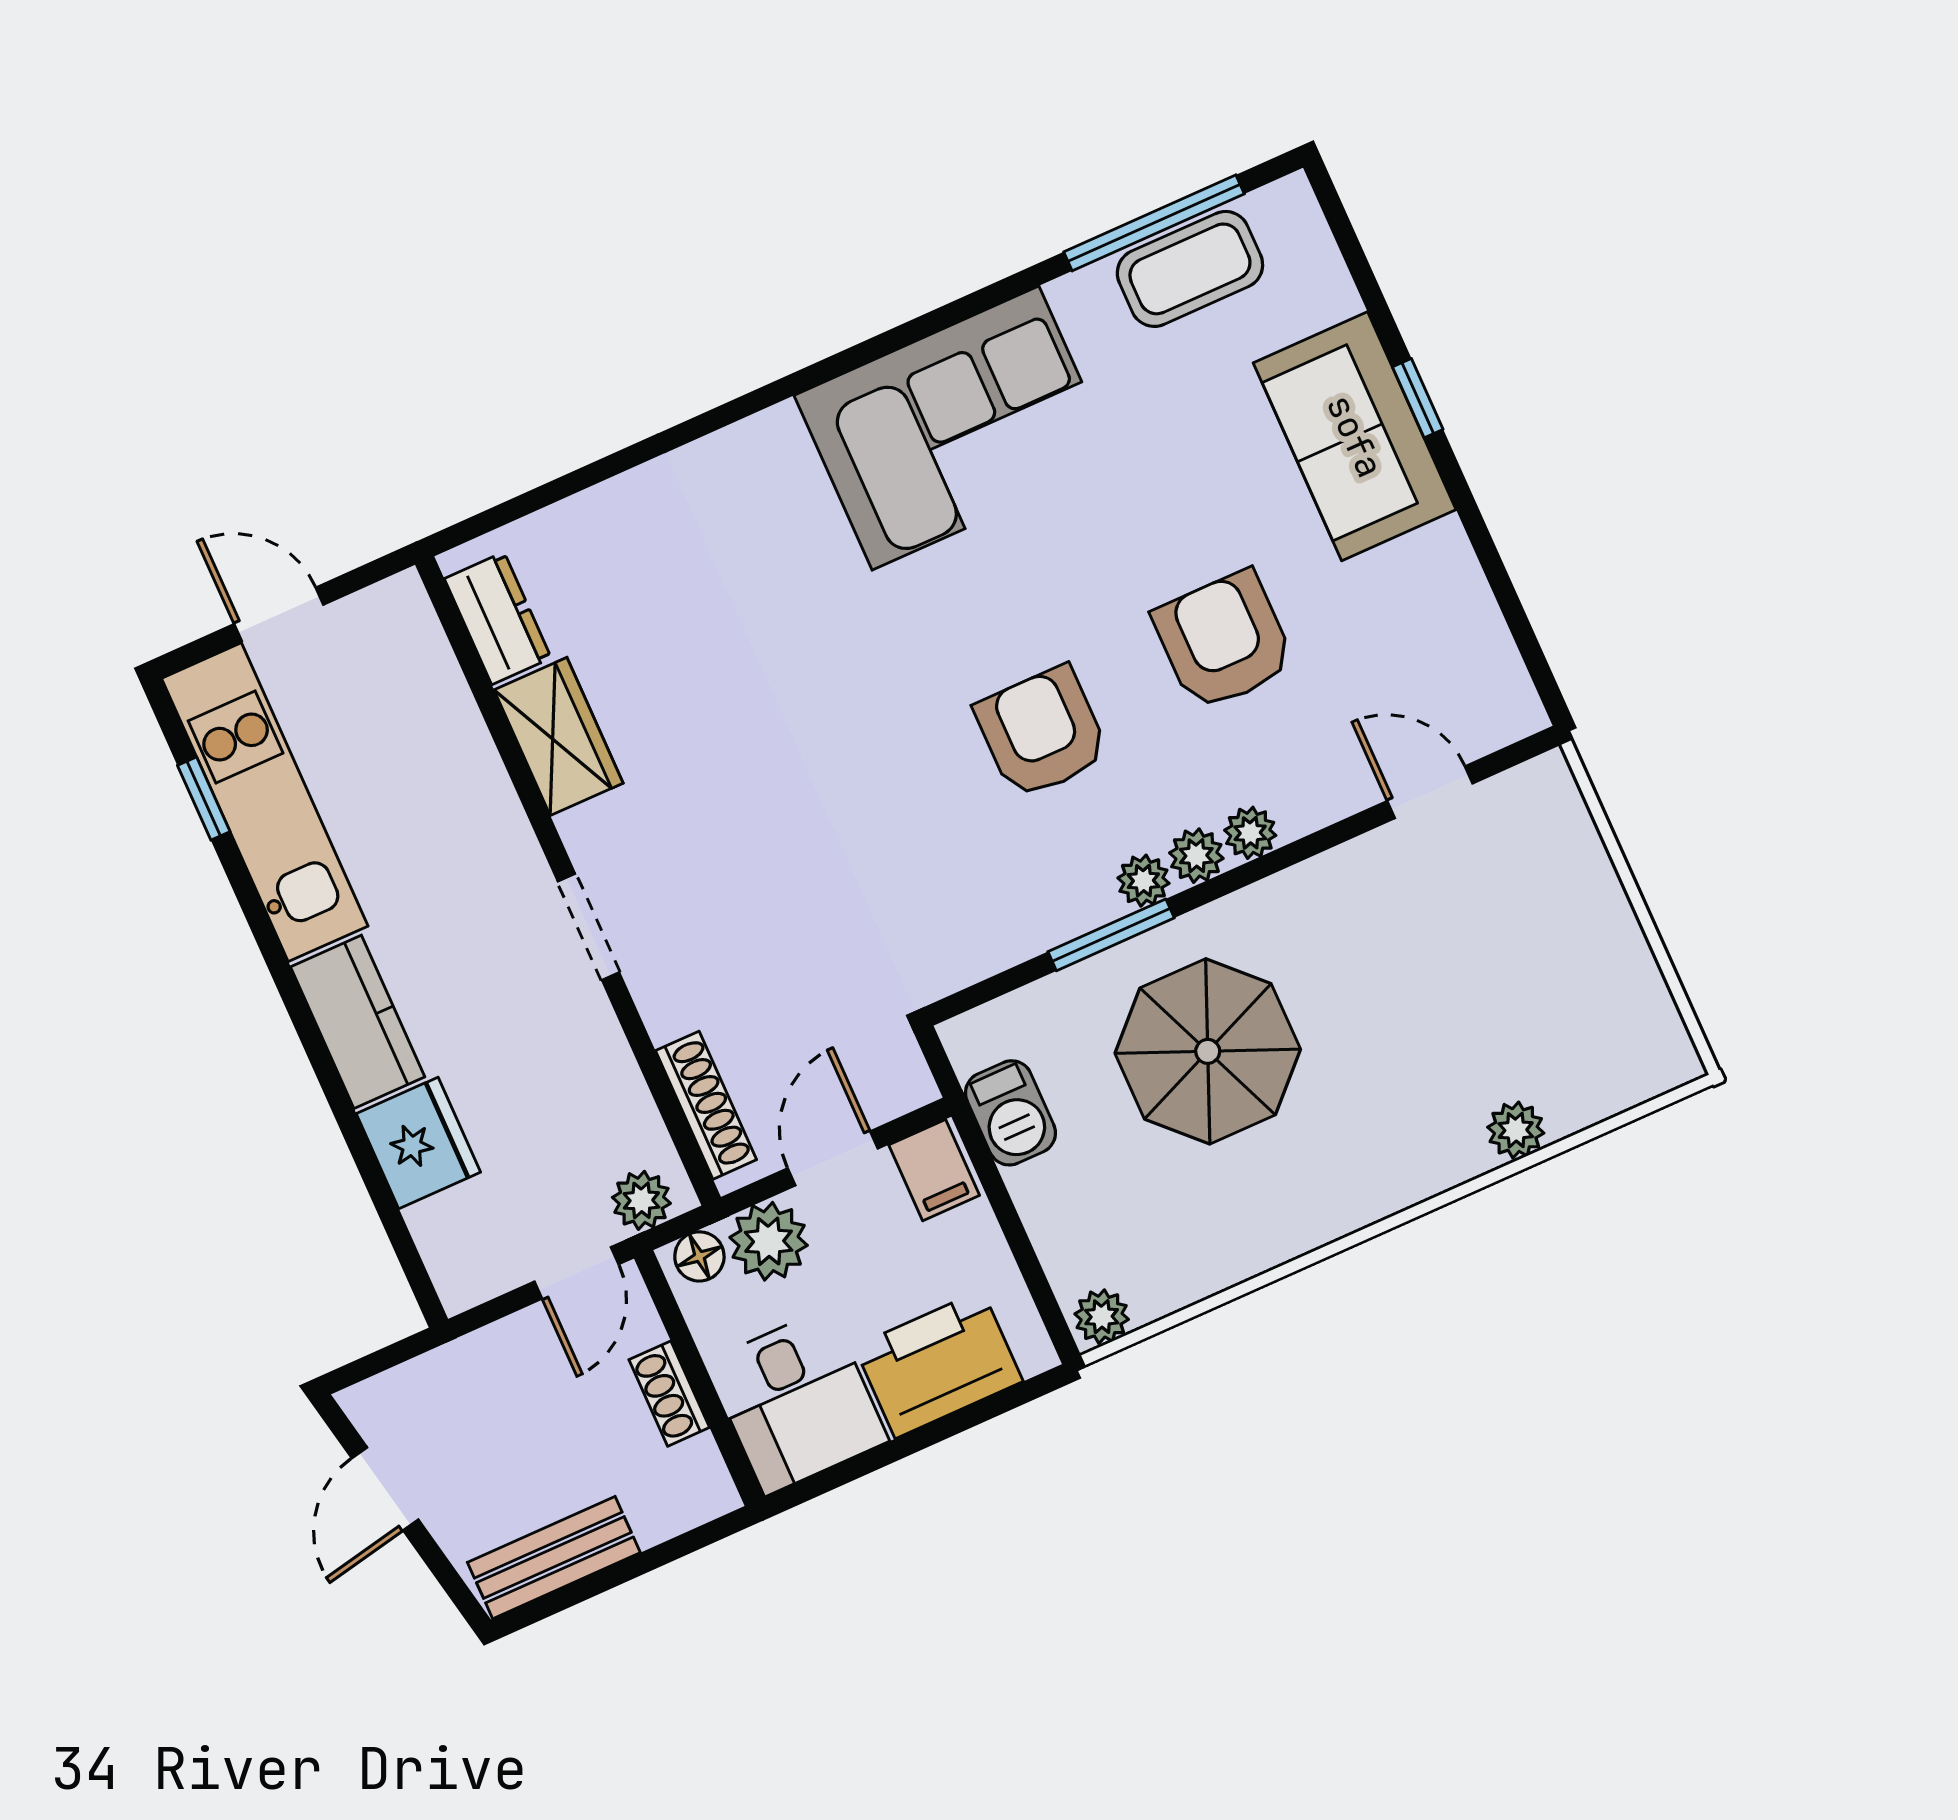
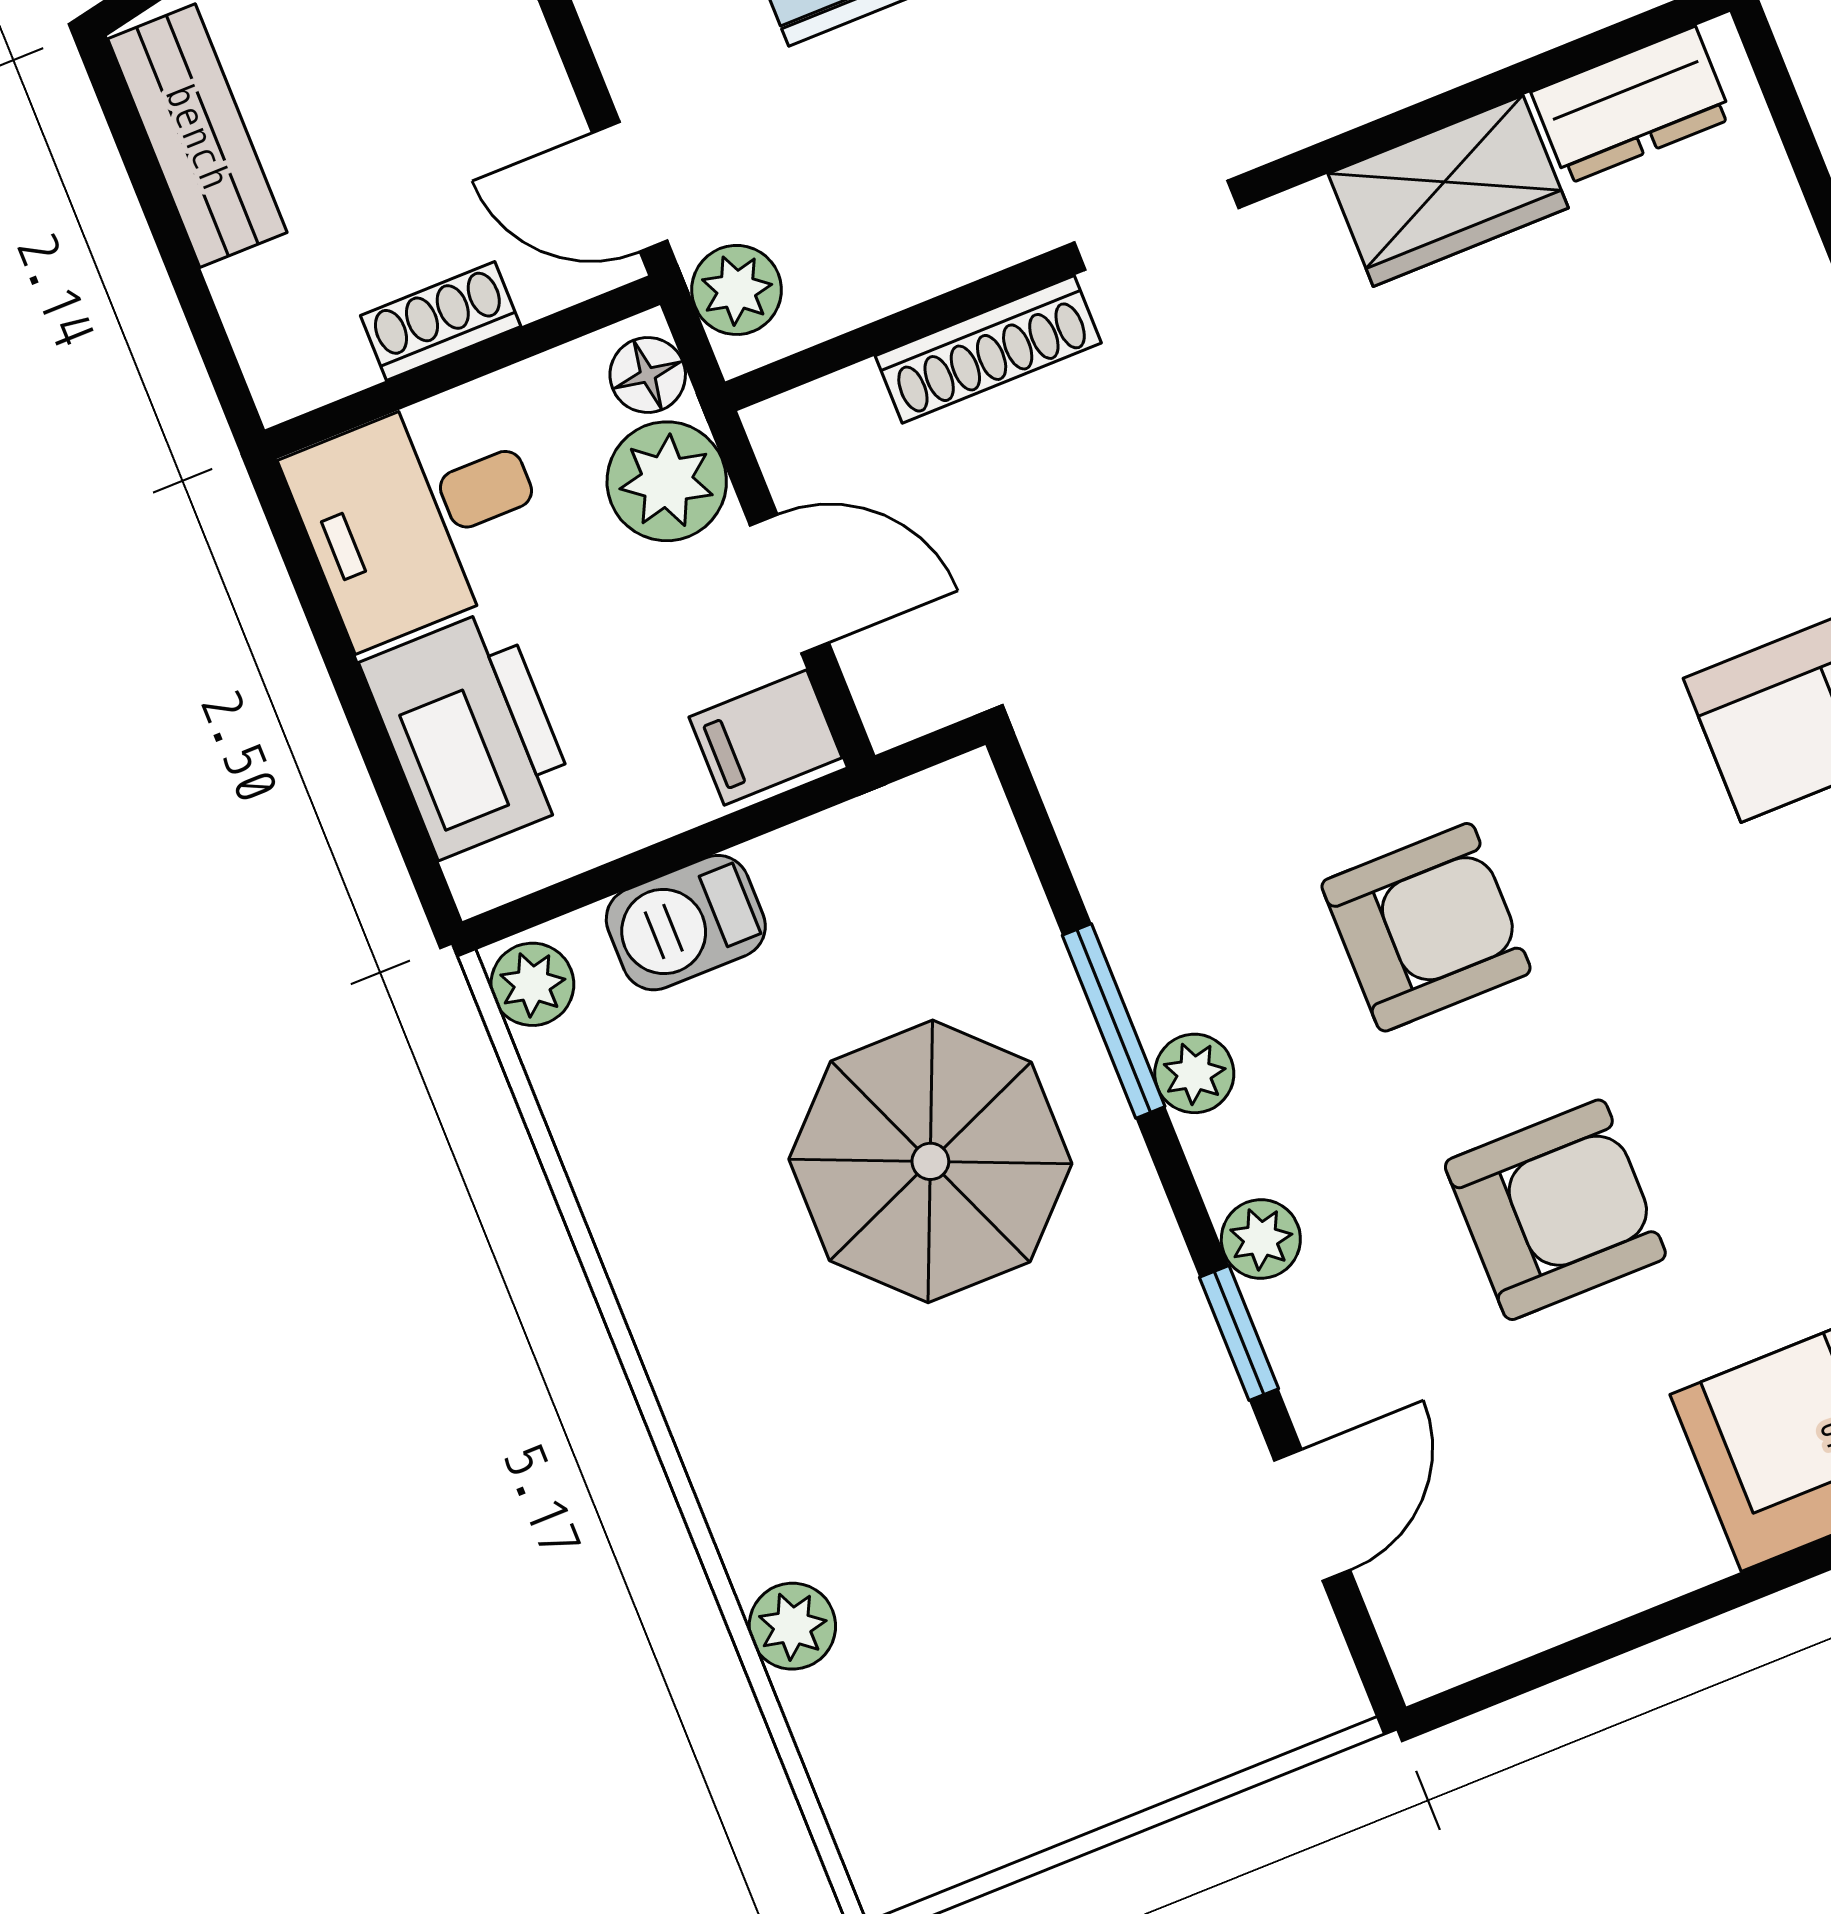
window: (1312, 845) -> (1239, 1333), added
plant: (1196, 856) -> (1229, 1156), removed
shoe rack: (706, 1105) -> (988, 349), moved
barbecue: (1010, 1113) -> (686, 923), moved

